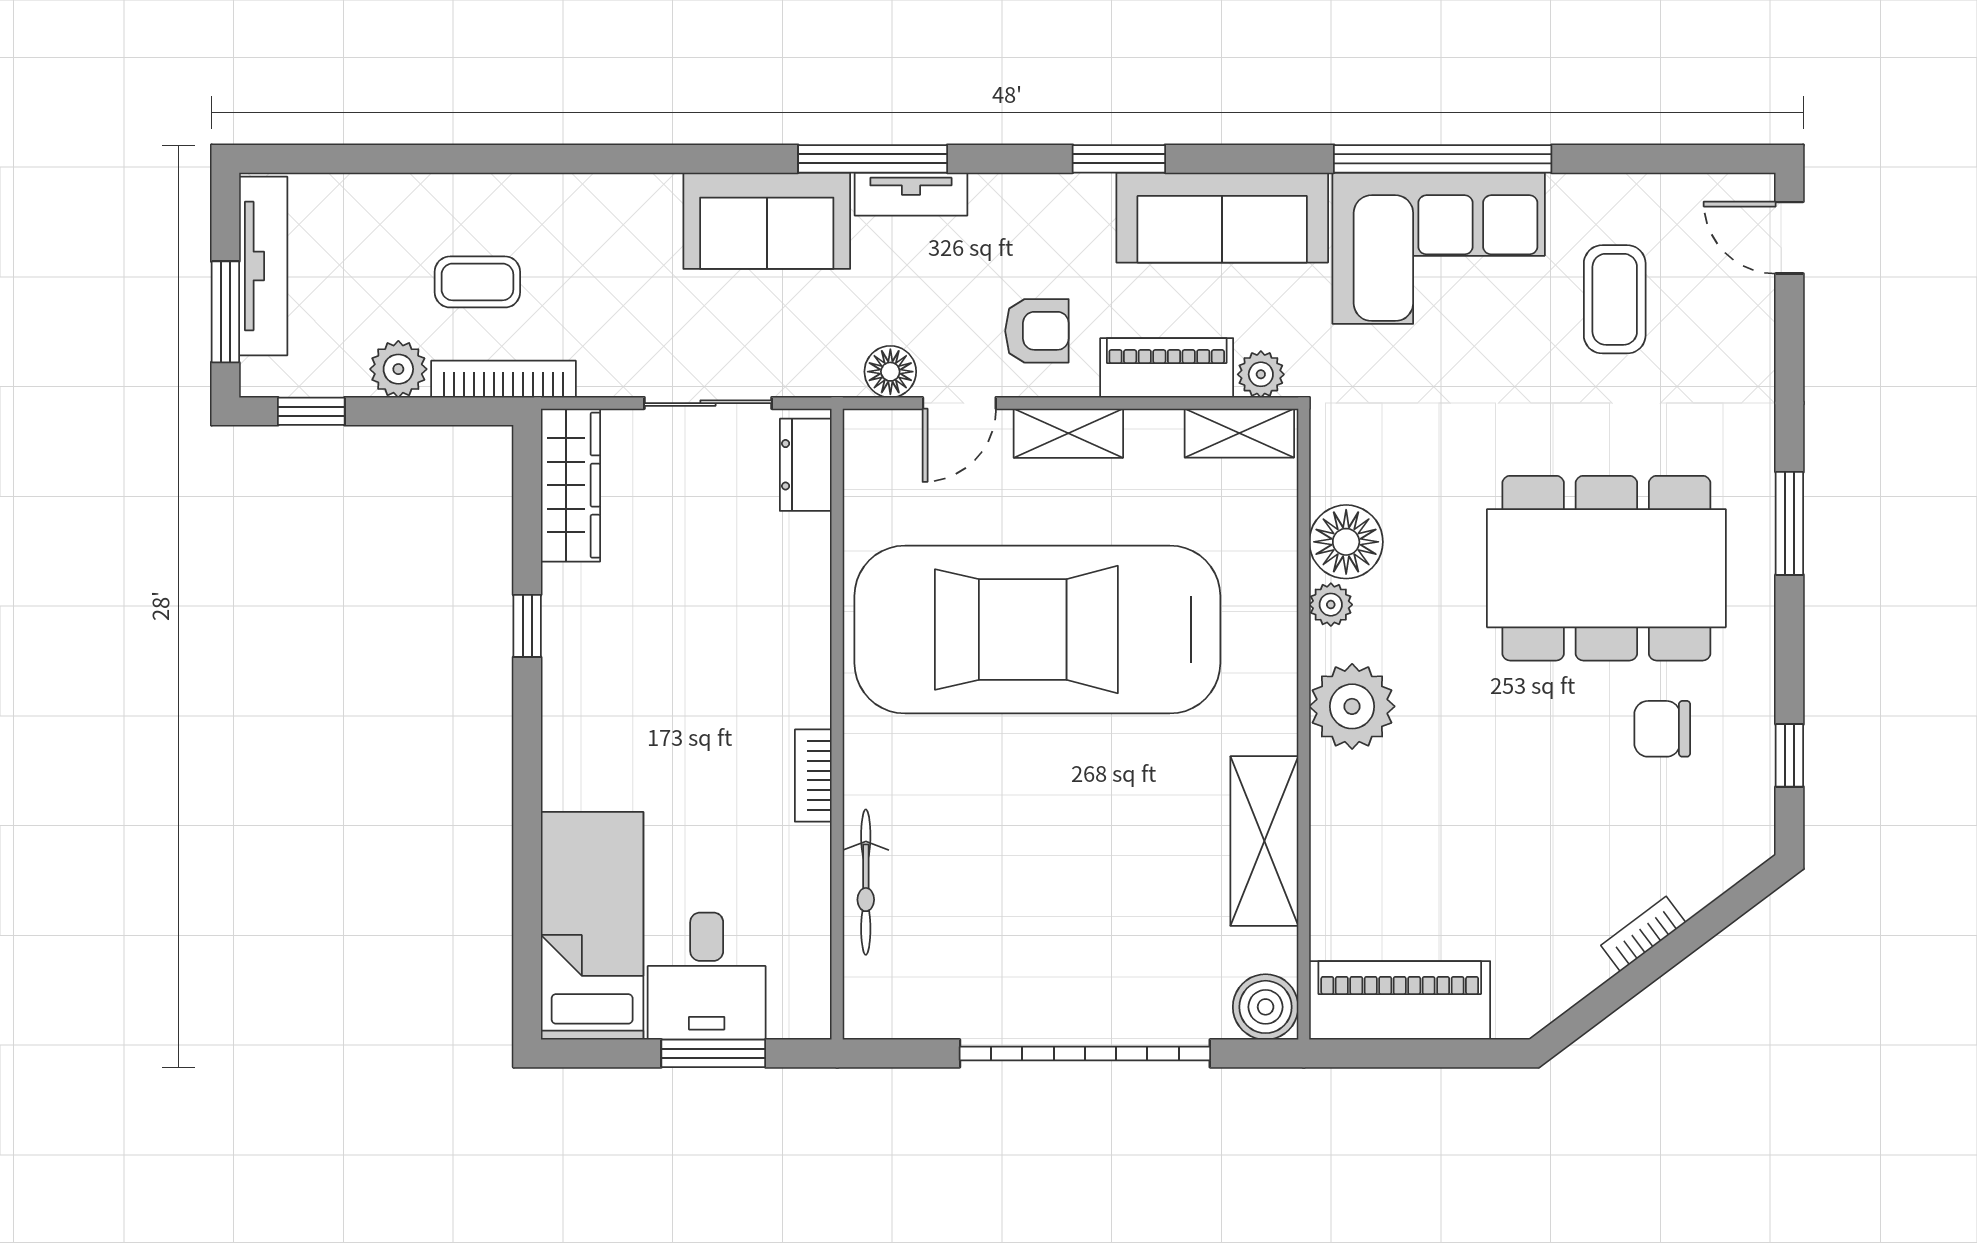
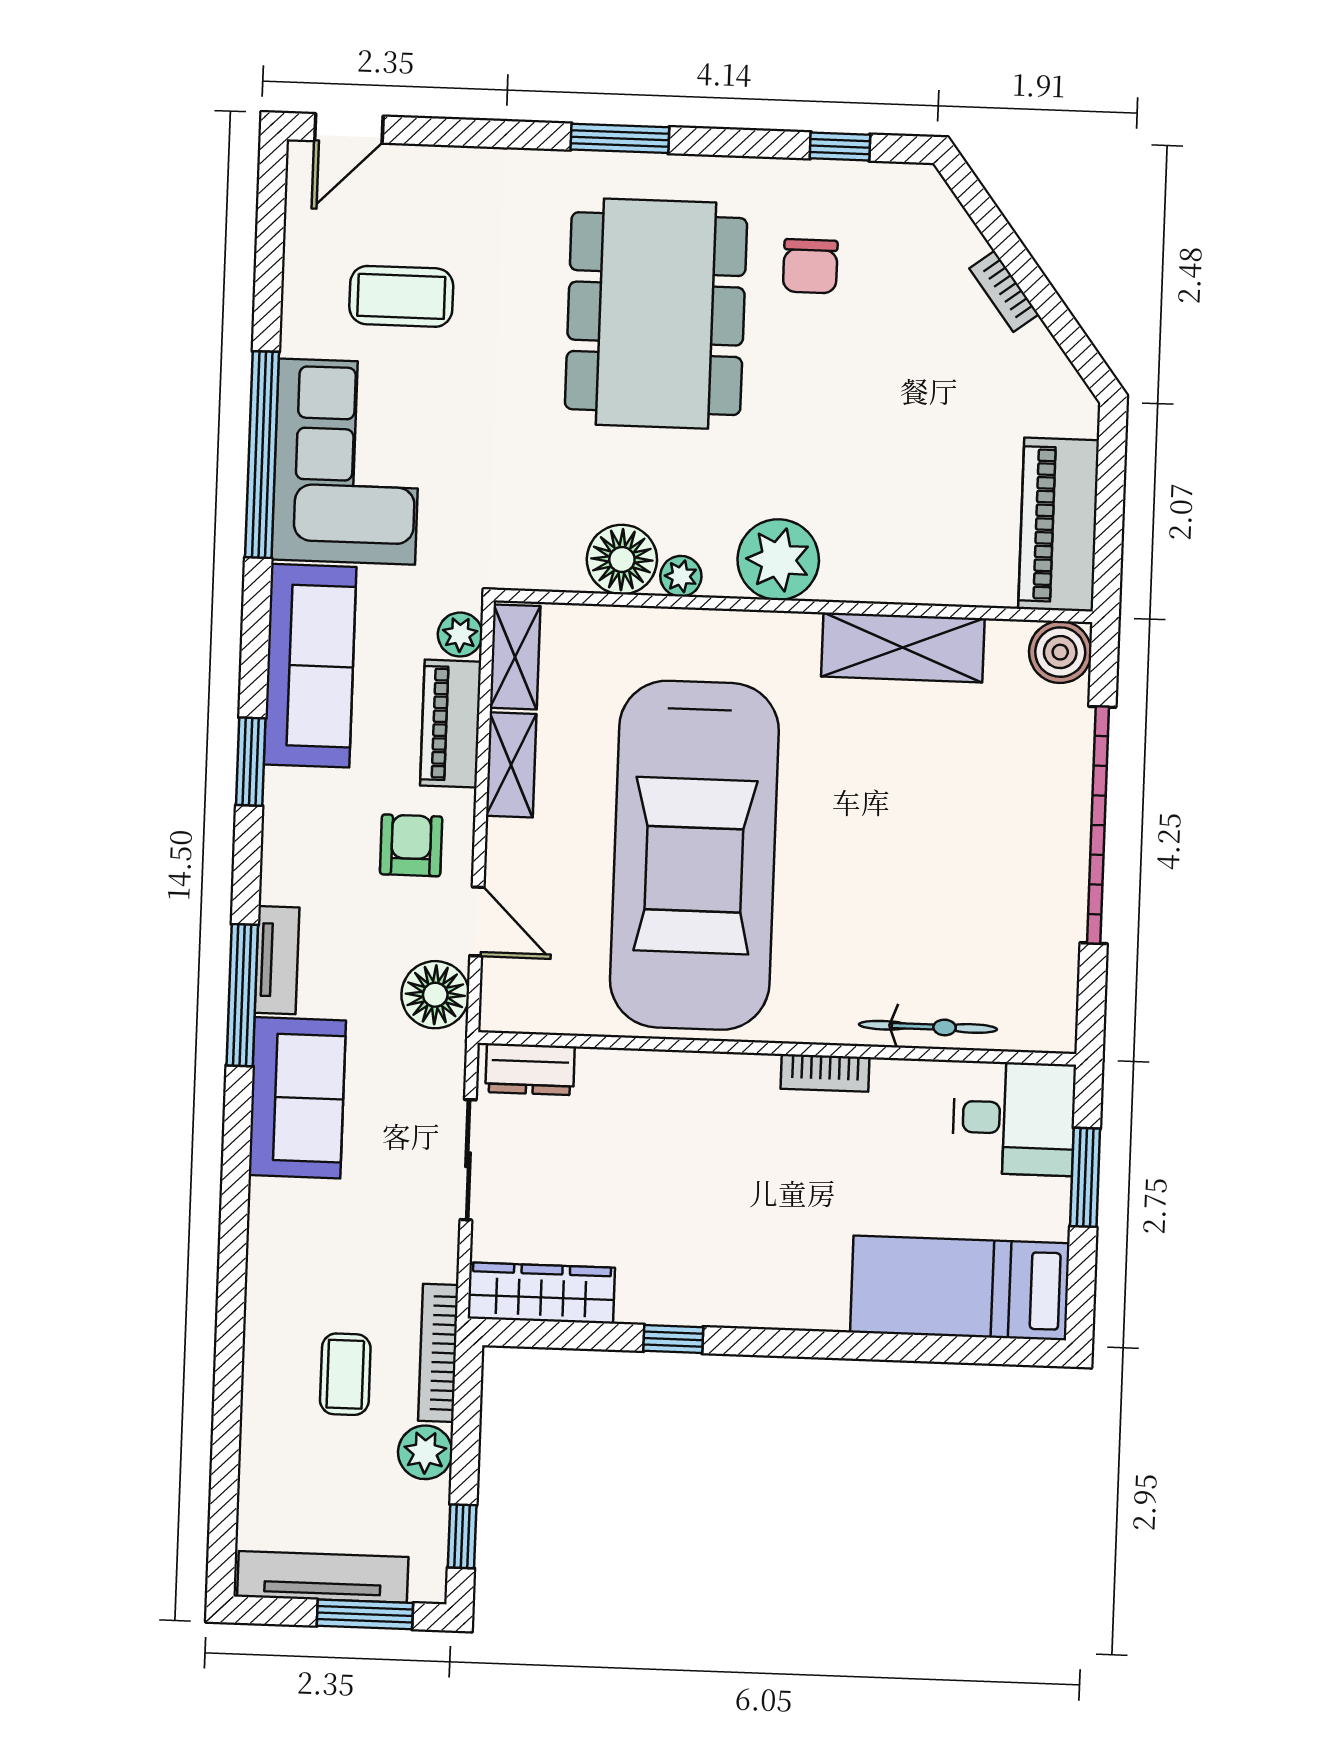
floor lamp: (890, 372) -> (435, 995), width x1.38, depth x1.38
shelving: (1068, 433) -> (511, 765), moved
desk: (707, 976) -> (1014, 1118), moved

